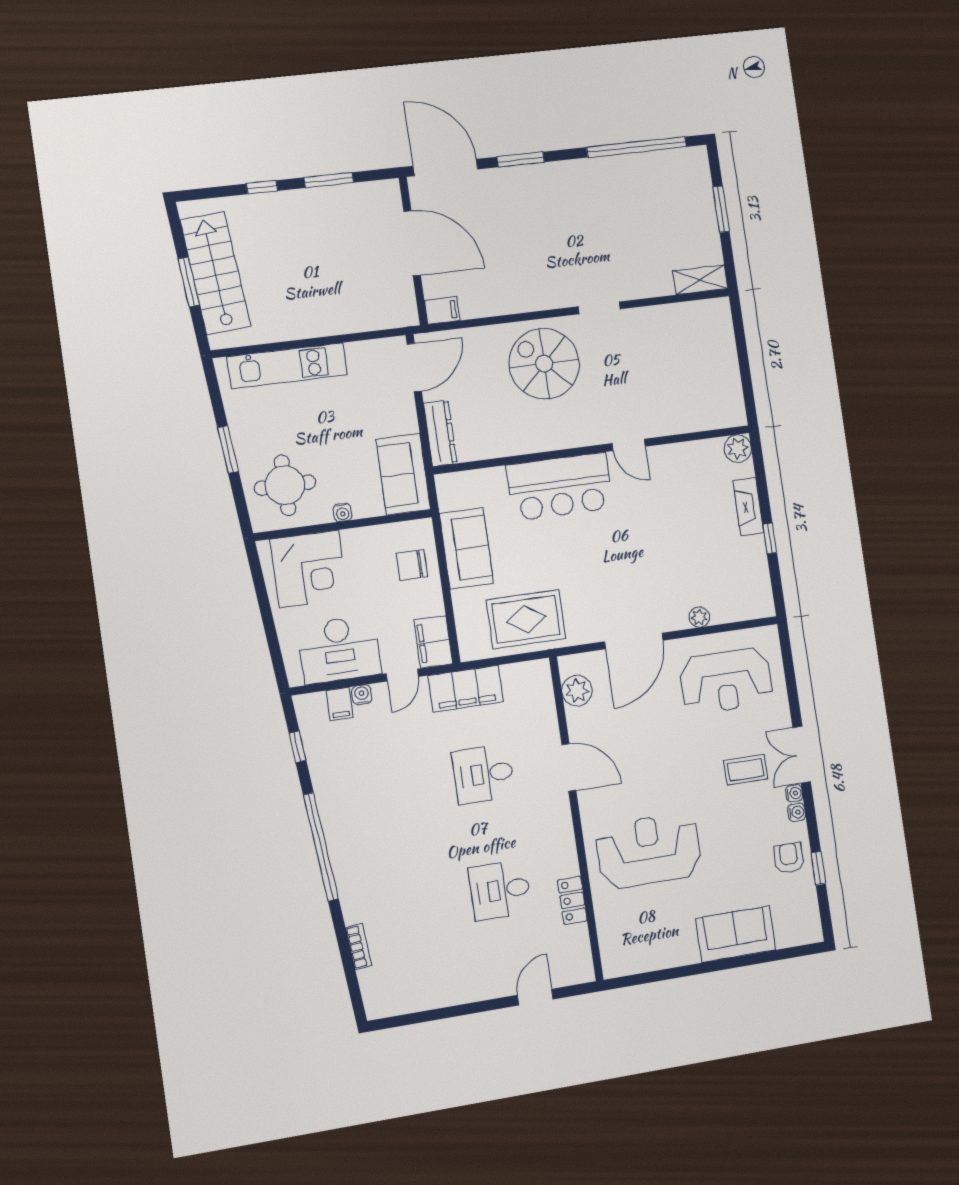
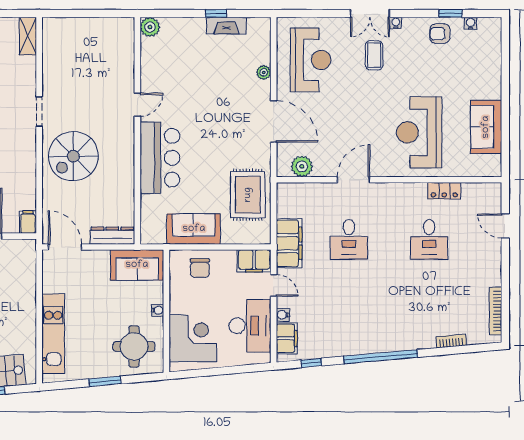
fireplace: (748, 507) -> (226, 26), moved
filing cabinet: (340, 704) -> (287, 338), width x2.00
water cooler: (797, 812) -> (471, 23), moved
sofa: (736, 934) -> (486, 127), moved
bookcase: (411, 1004) -> (496, 311), added

